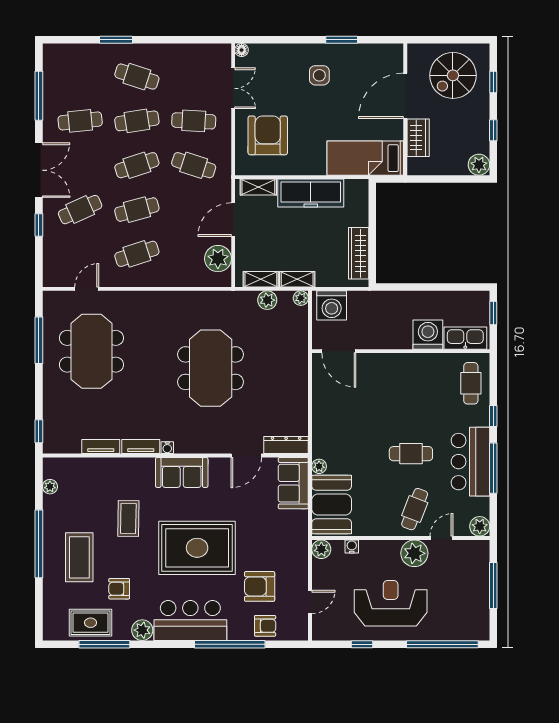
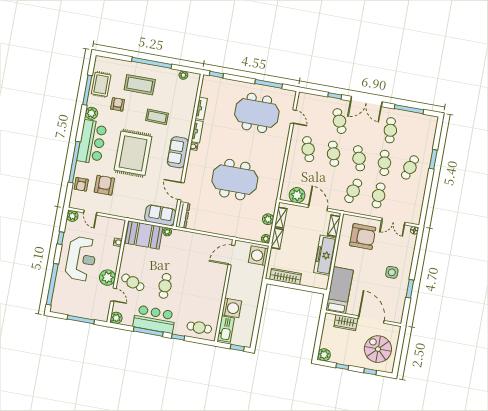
plant: (321, 549) -> (72, 216), moved

